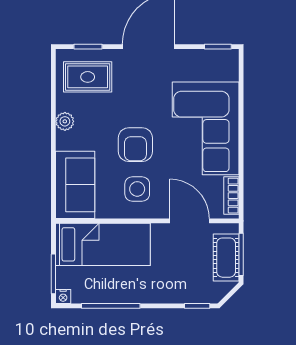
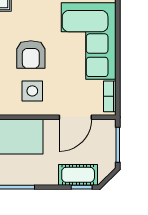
door: (190, 221) -> (75, 117), swing flipped
cot: (226, 258) -> (78, 175), moved, turned 90

